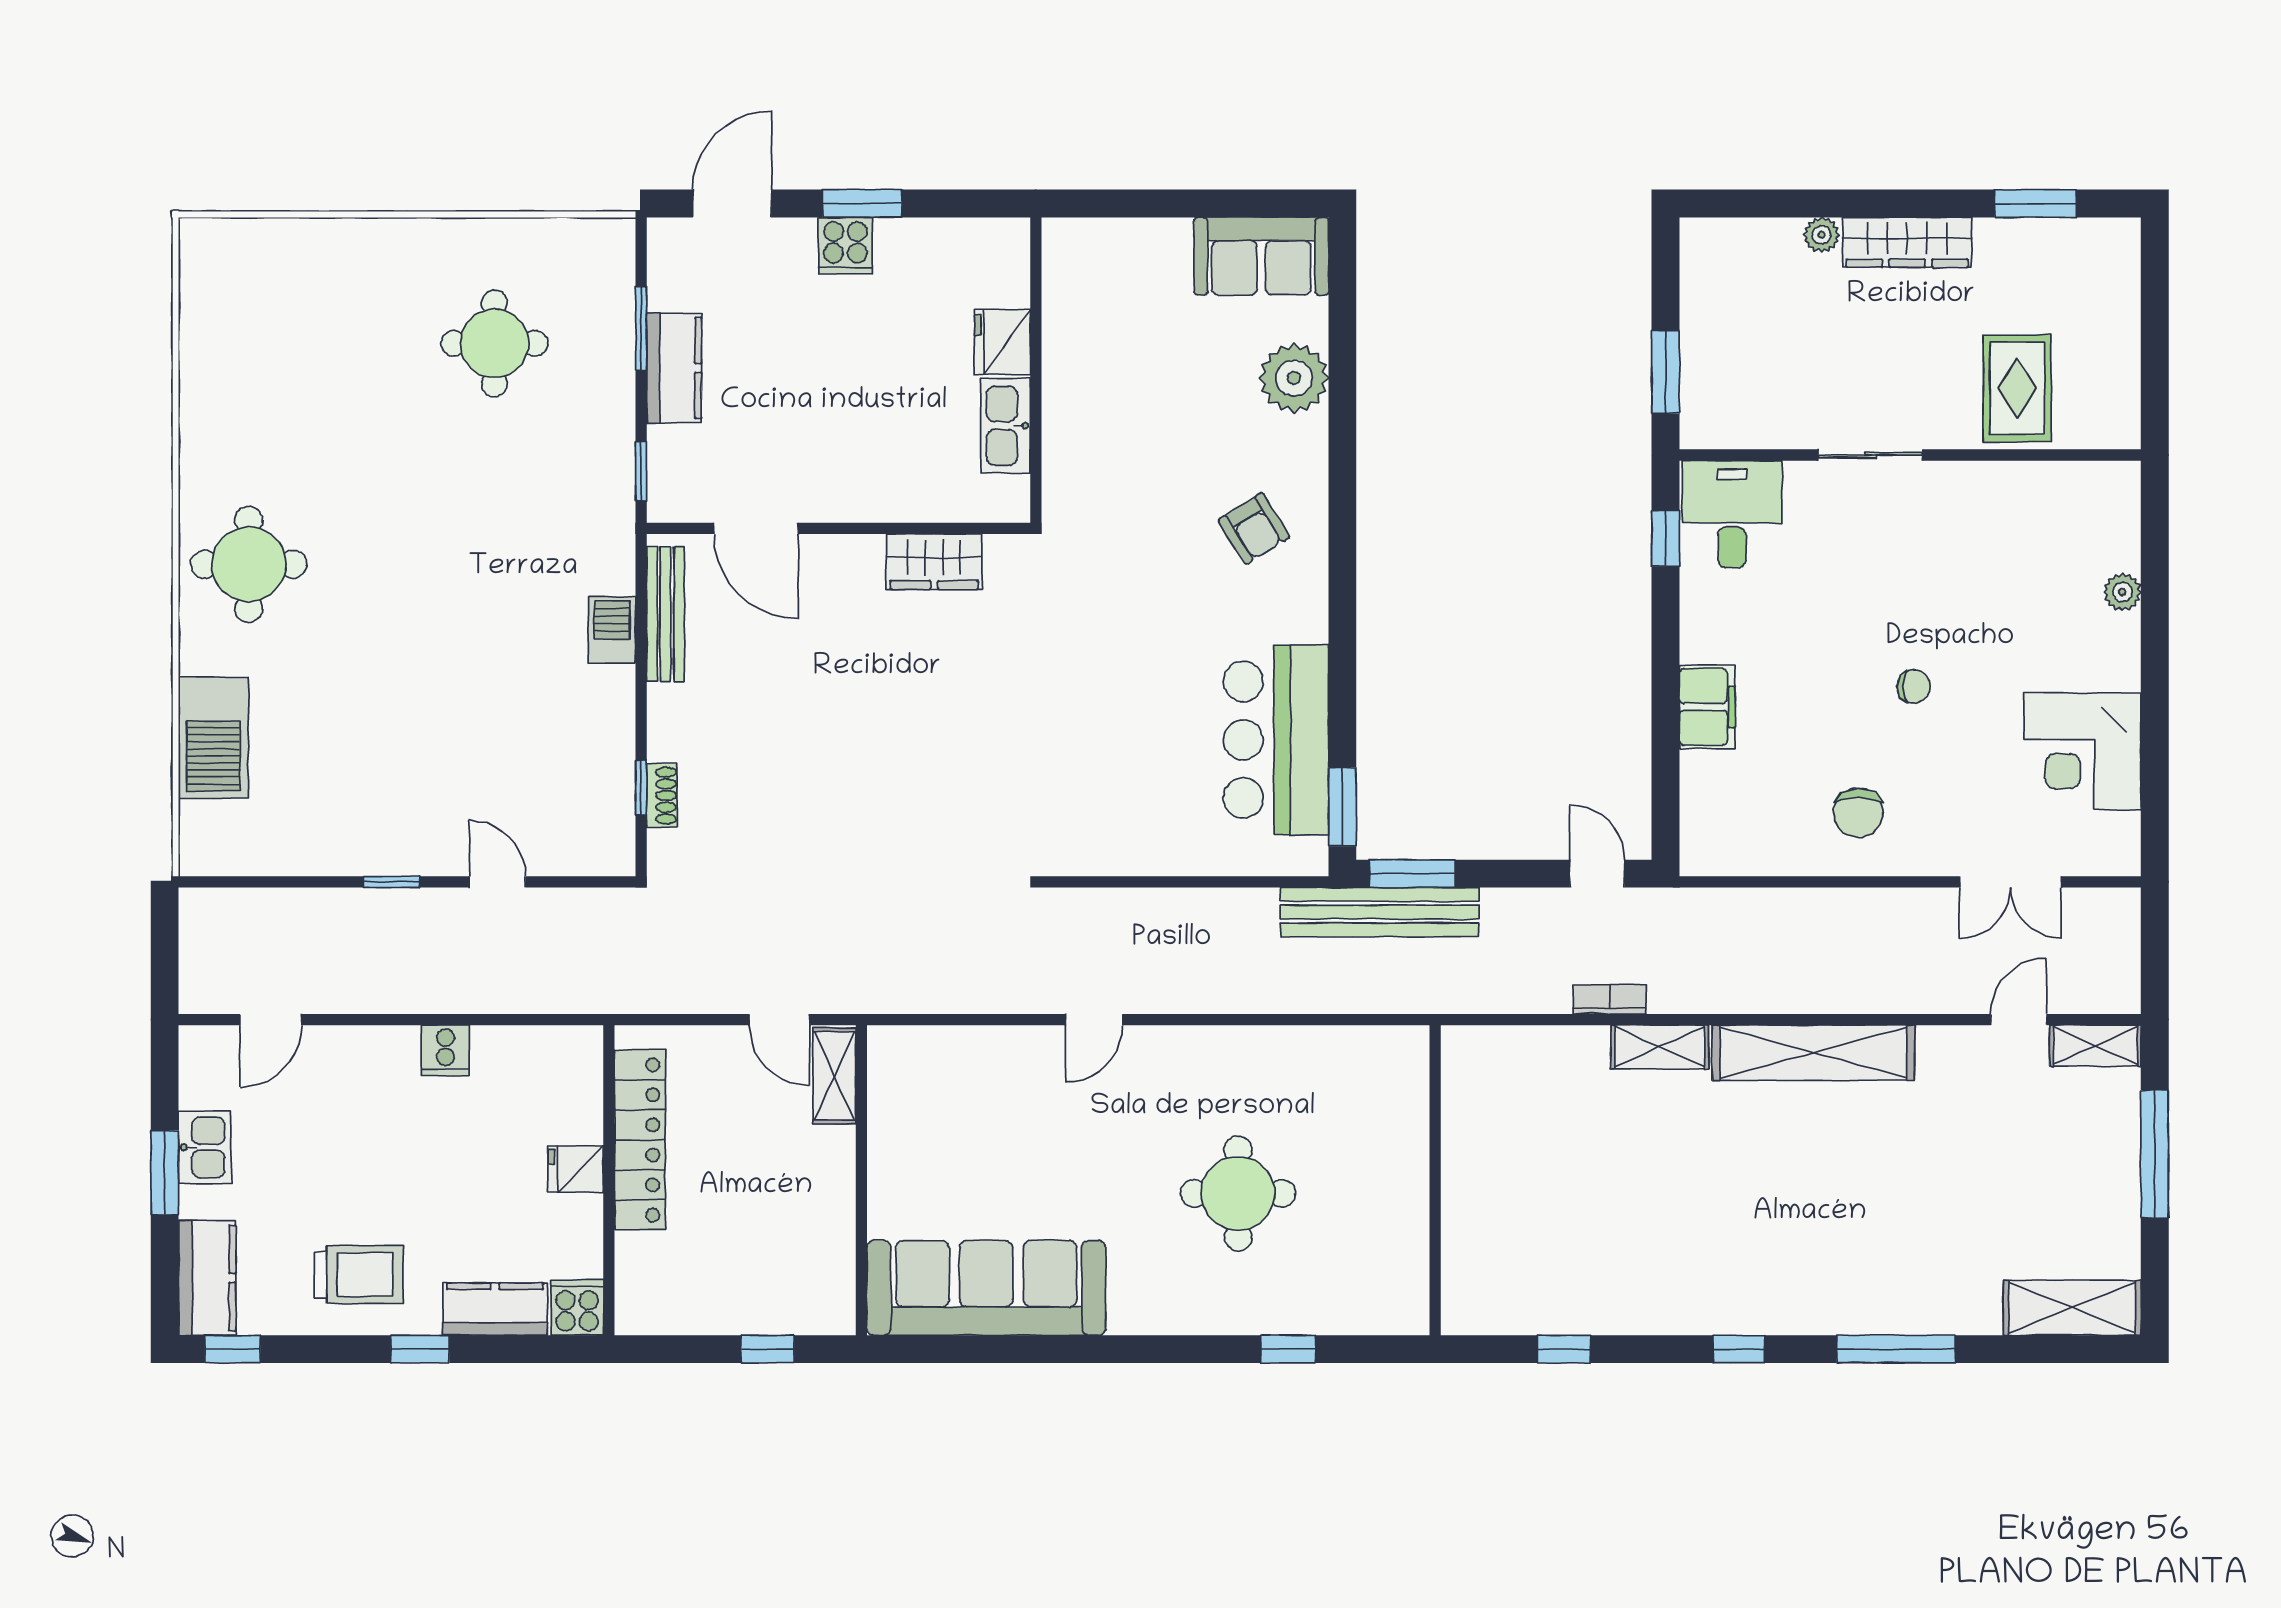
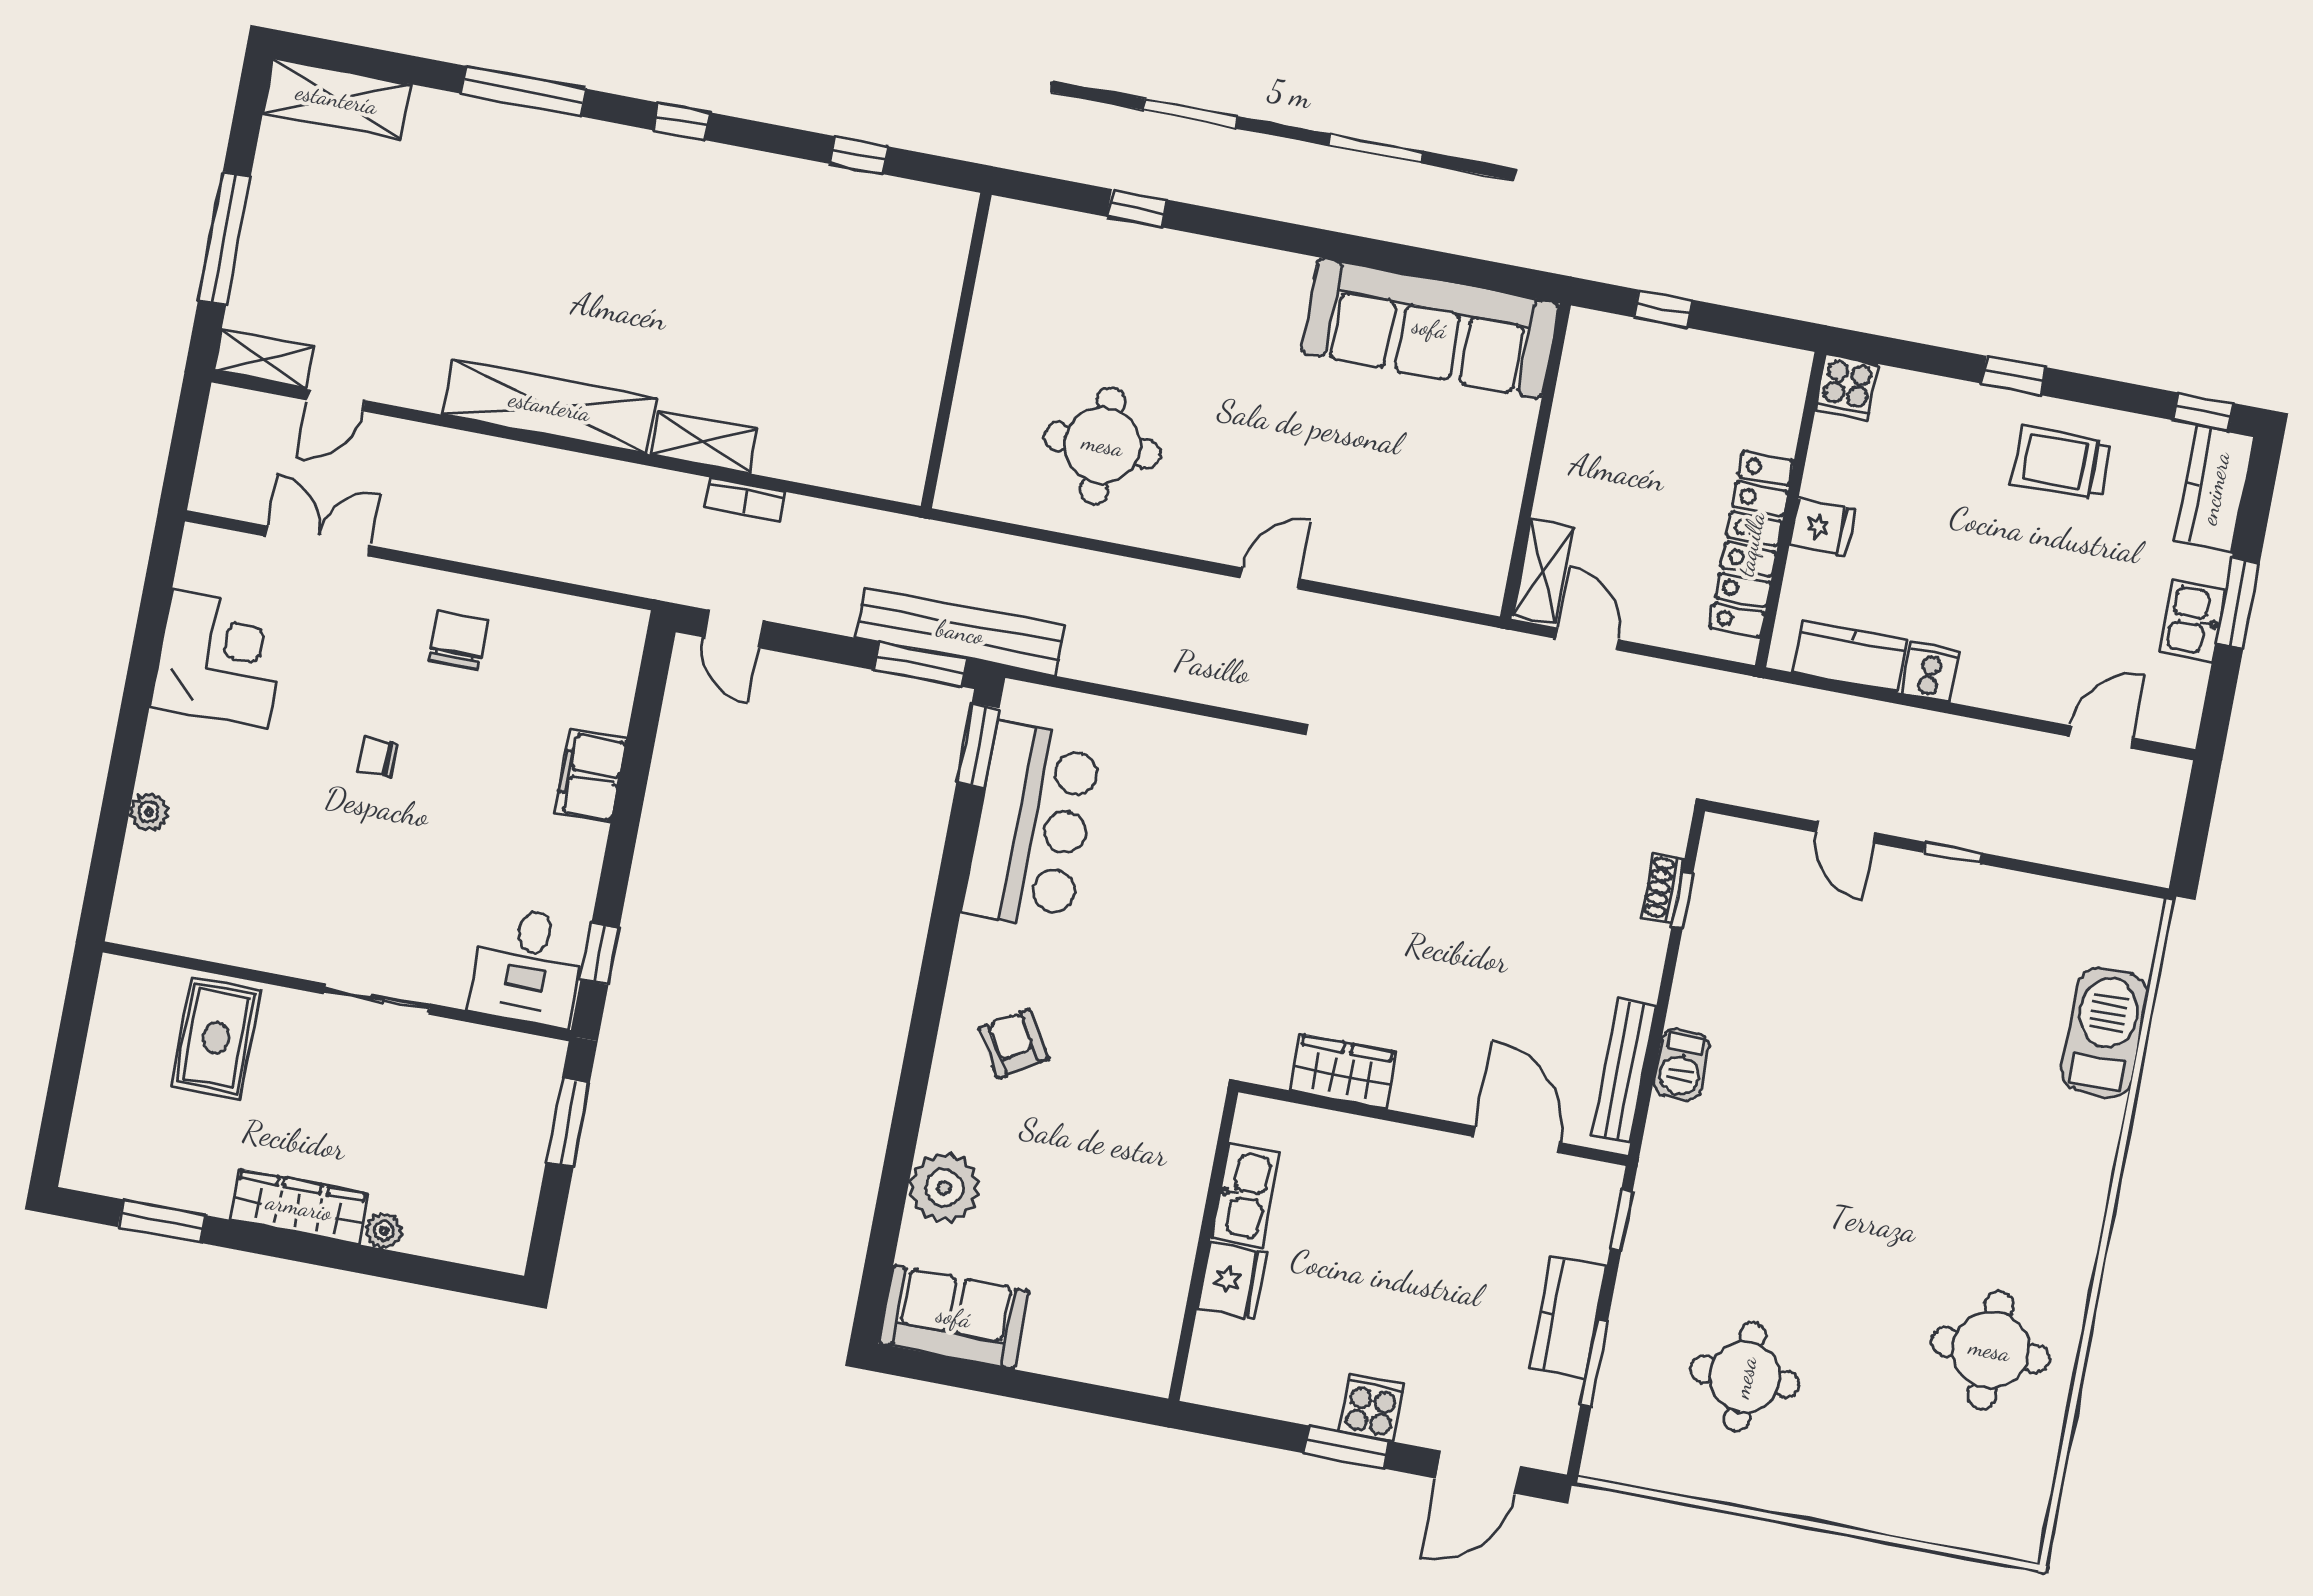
round table: (249, 564) -> (1990, 1350), moved
round table: (1238, 1193) -> (1103, 445), moved
kitchen counter: (495, 1309) -> (1850, 656), moved, turned 180

